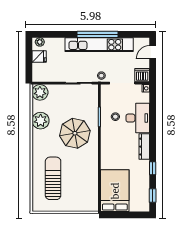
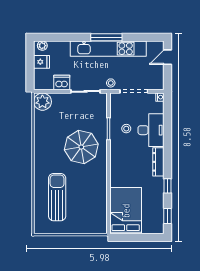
window: (97, 34) -> (106, 37), width x0.68
dishwasher: (142, 75) -> (62, 83), moved
plant: (41, 121) -> (43, 133), removed

